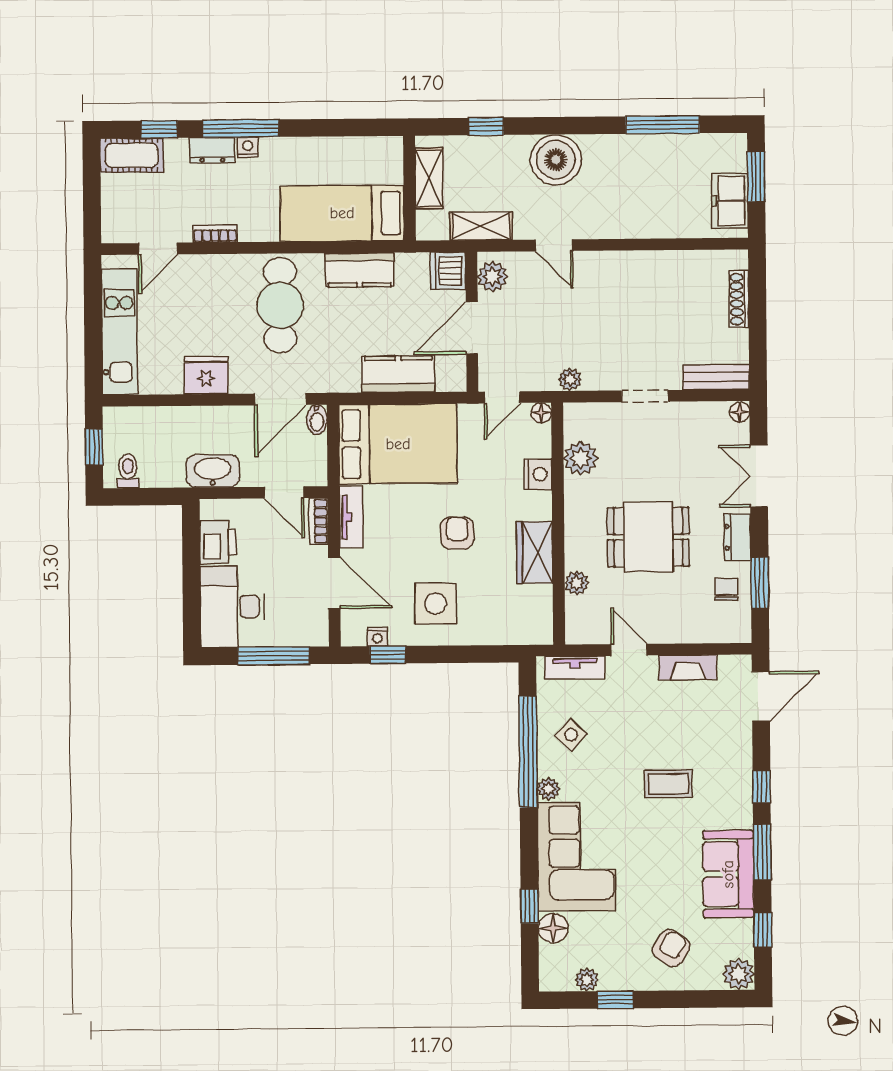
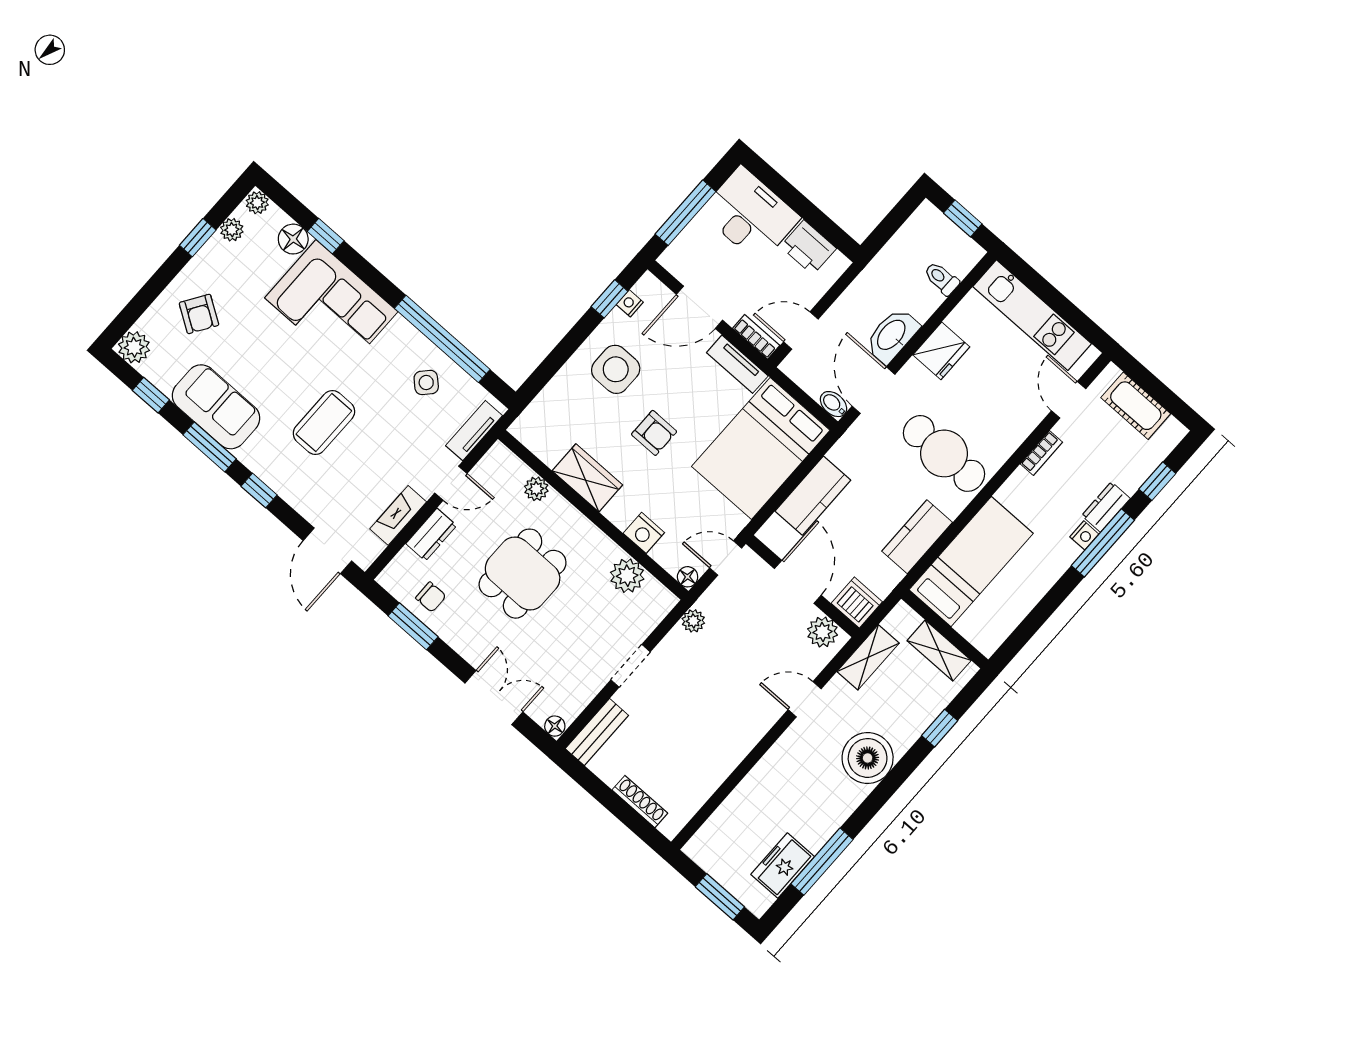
cot: (132, 155) -> (1136, 406), moved, turned 90
freezer: (730, 201) -> (783, 866), moved, turned -90
door: (502, 397) -> (726, 558), hinge flipped
toilet: (128, 471) -> (941, 278), moved, turned 180
washbasin: (213, 471) -> (892, 335), moved, turned 180
dresser: (737, 537) -> (431, 535), moved, turned 90
coffee table: (668, 784) -> (324, 423), width x1.36, depth x1.30
plant: (548, 789) -> (257, 203), moved

